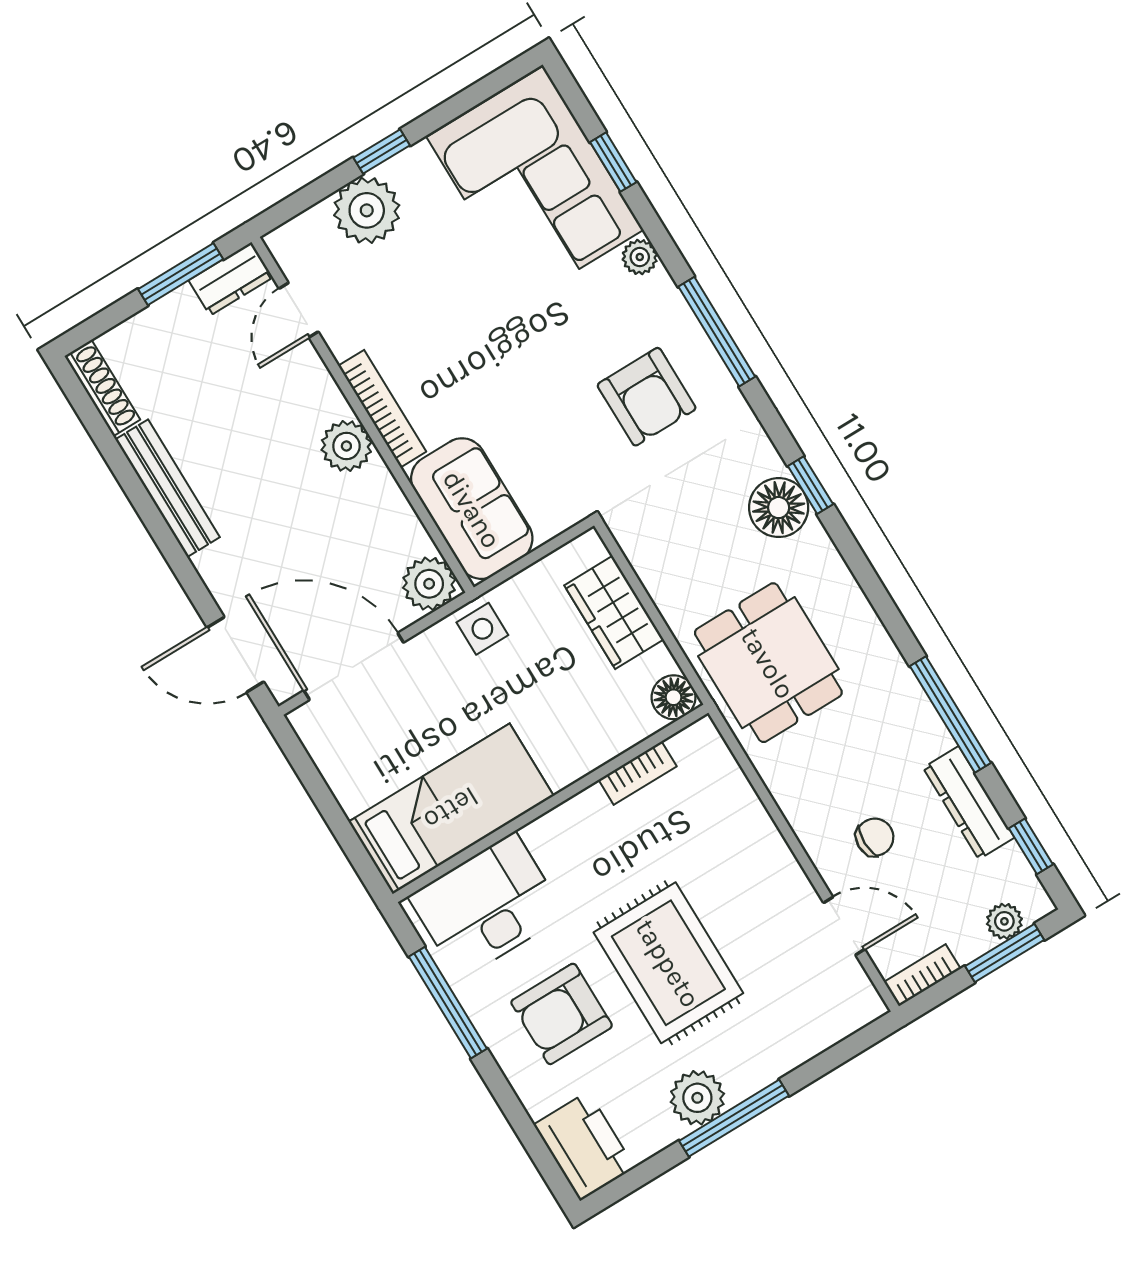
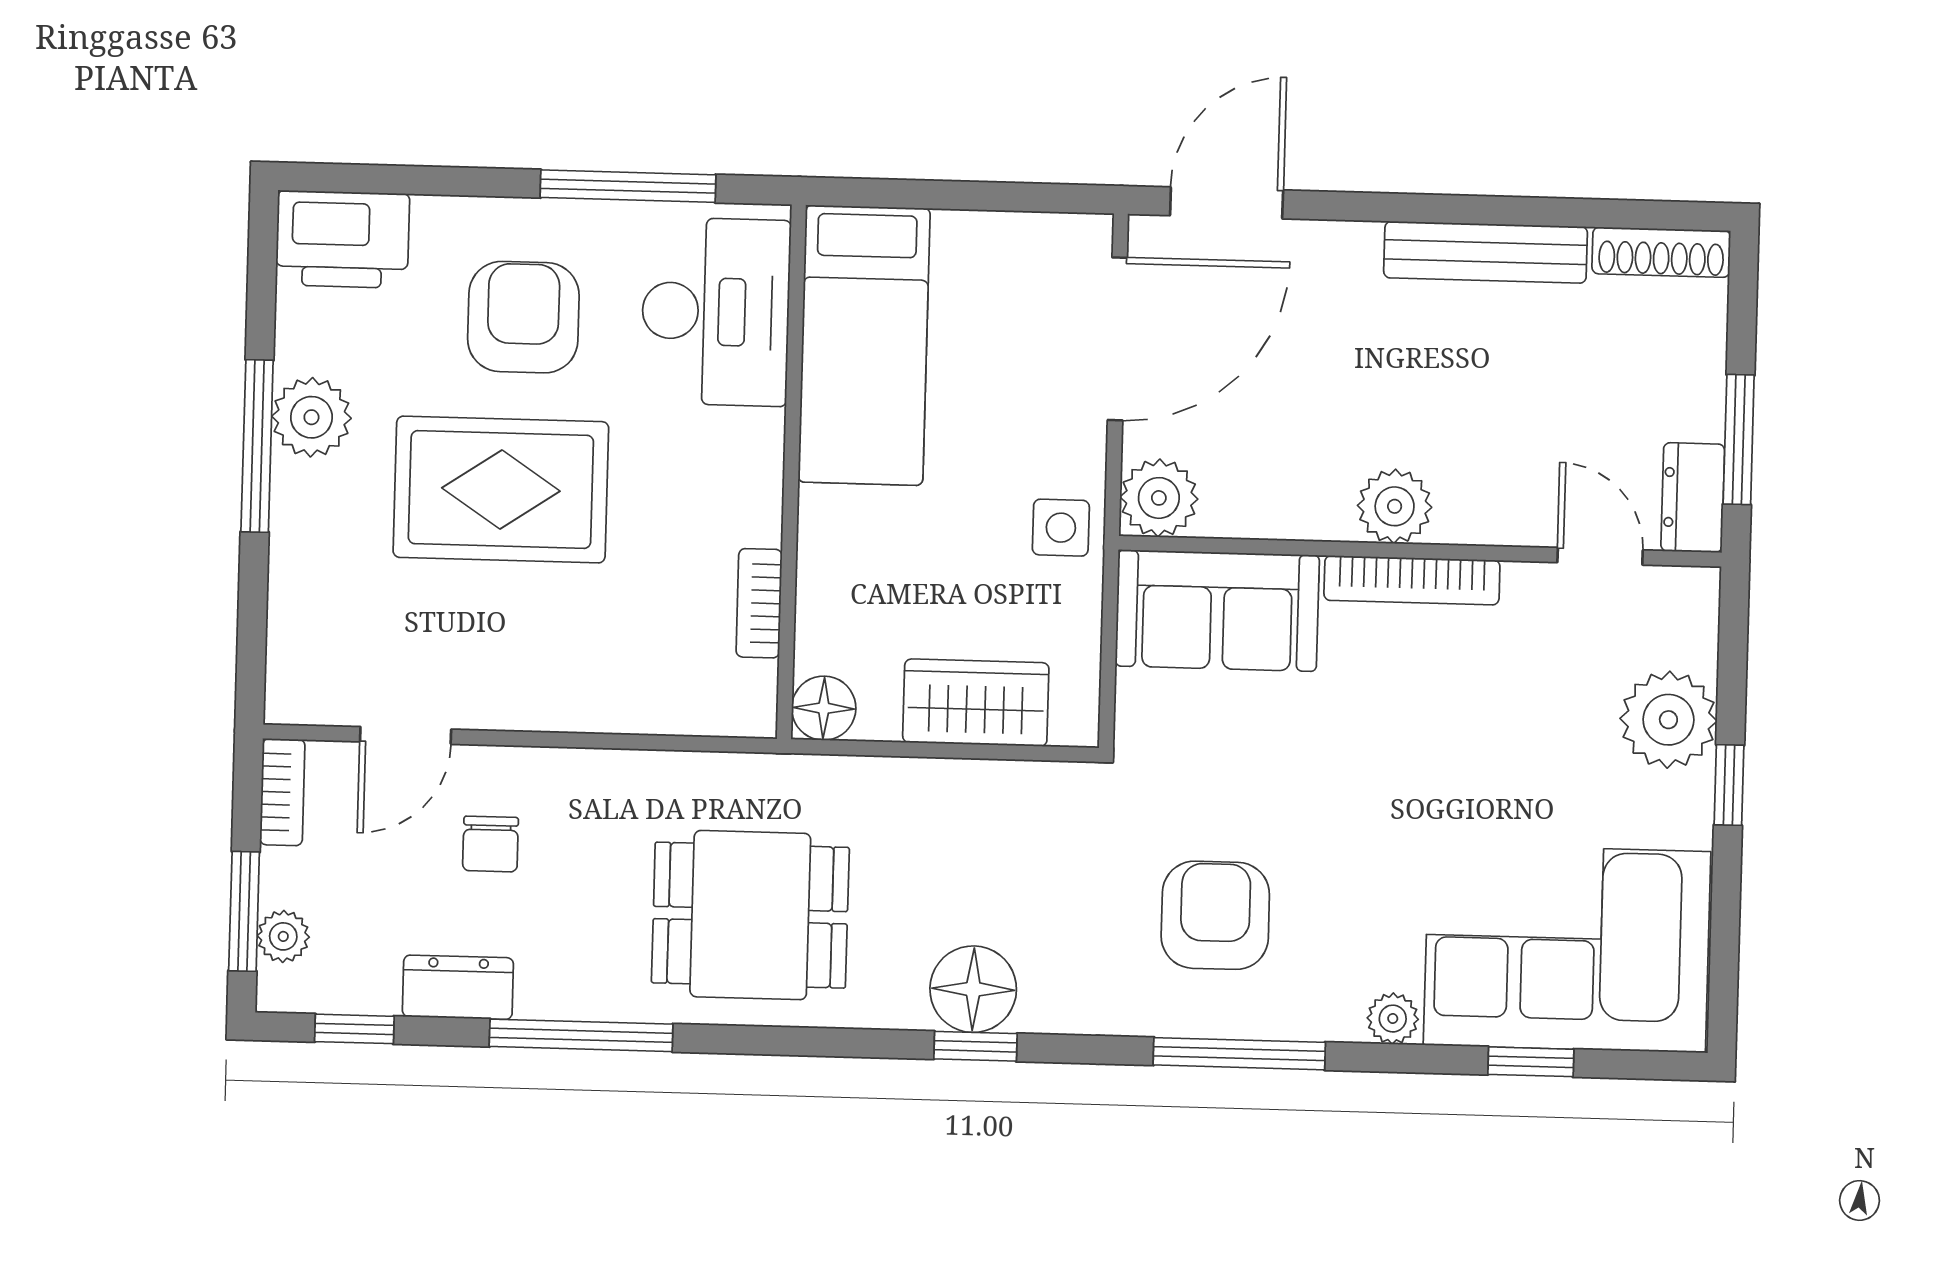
armchair: (647, 397) -> (1215, 915), turned 90
dining table: (768, 663) -> (750, 915), moved
dresser: (969, 803) -> (458, 987), width x0.70

